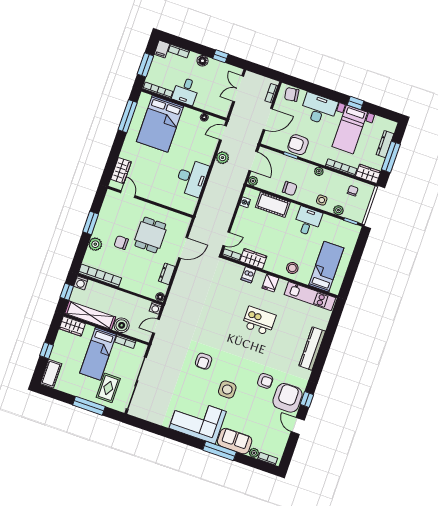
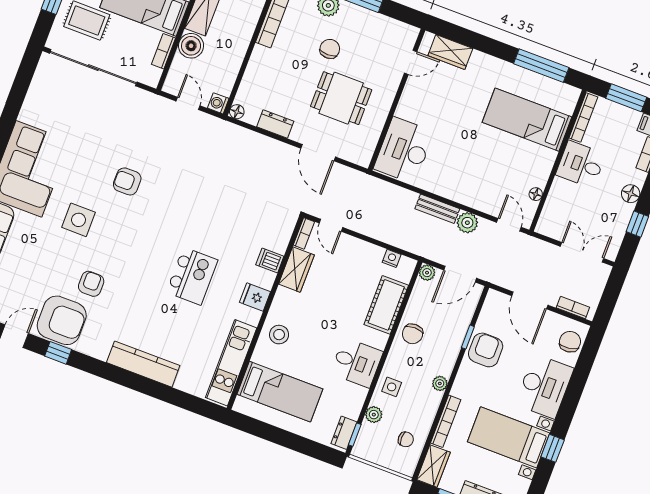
bed: (160, 124) -> (527, 120), width x0.67
bench: (215, 176) -> (437, 209), added
desk: (192, 178) -> (404, 150), moved, turned 90
dresser: (350, 228) -> (344, 433), added
armchair: (265, 381) -> (91, 284), turned 180

